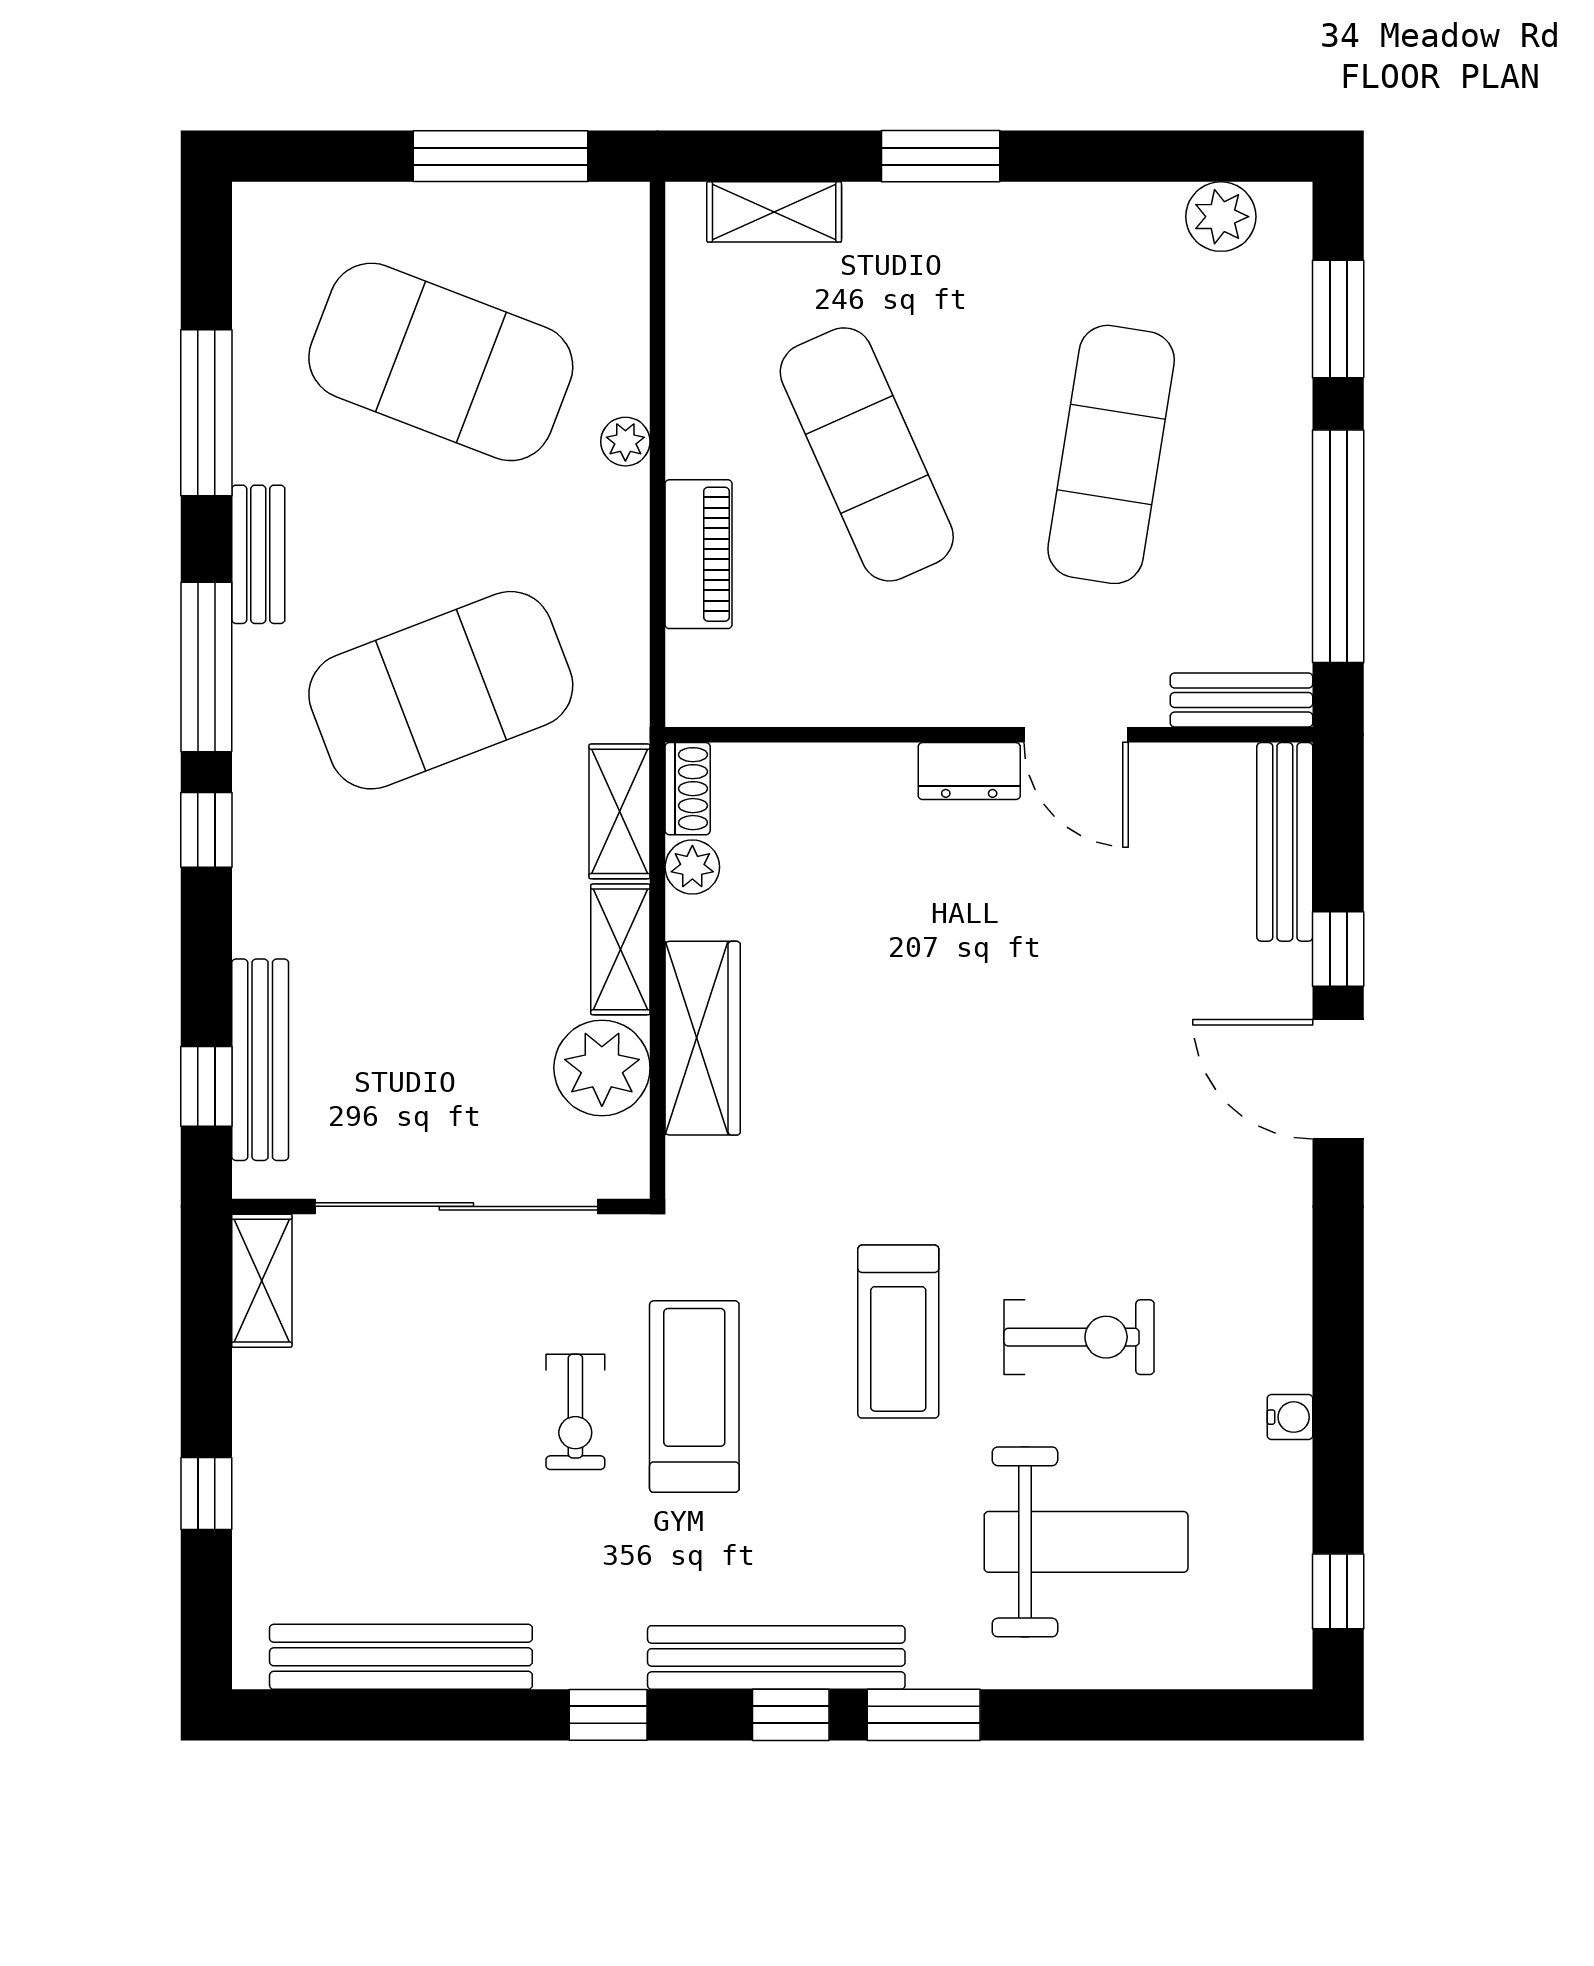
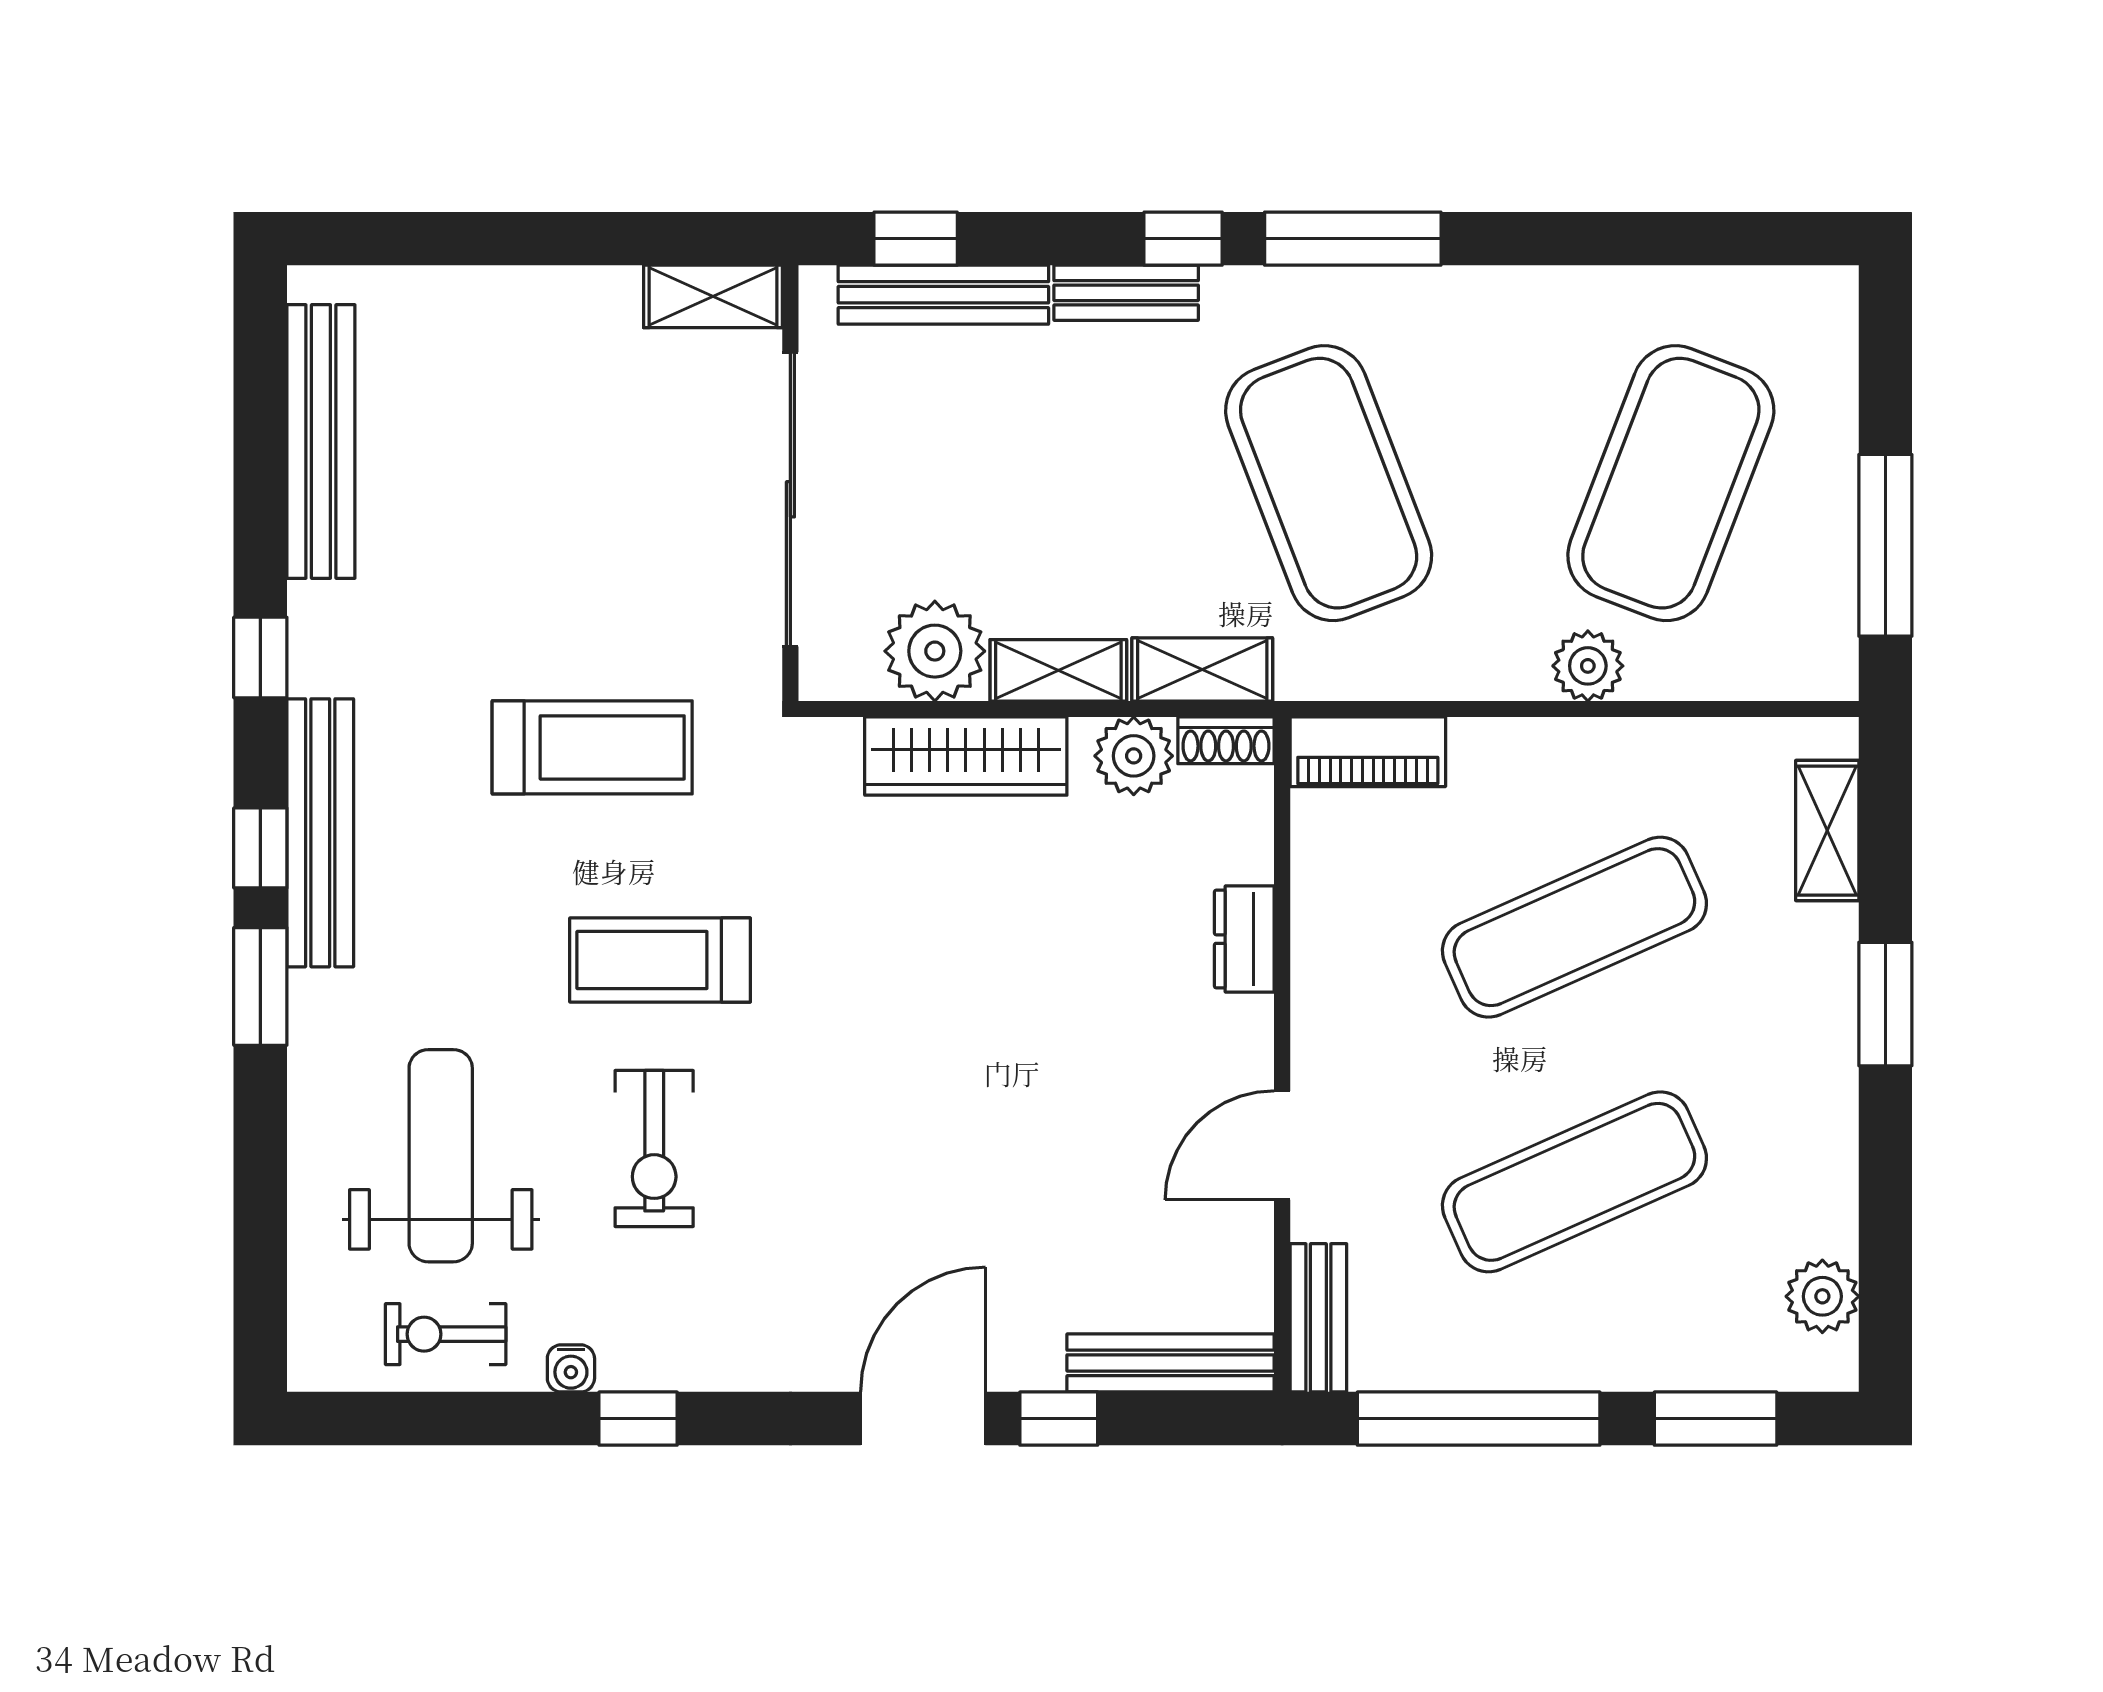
window: (206, 413) -> (1618, 239), removed
plant: (625, 442) -> (1588, 666), width x1.38, depth x1.38
exercise mat: (1111, 454) -> (1574, 1182), turned -33
bench: (258, 554) -> (1126, 293), moved
piano: (699, 554) -> (1368, 752), moved
dresser: (969, 771) -> (1244, 939), moved
plant: (692, 867) -> (1134, 756), width x1.38, depth x1.38
exercise bike: (575, 1412) -> (446, 1334), moved
window: (206, 1494) -> (491, 239), removed
weight bench: (1086, 1542) -> (441, 1156), turned 180
window: (1338, 1591) -> (638, 1419), moved

